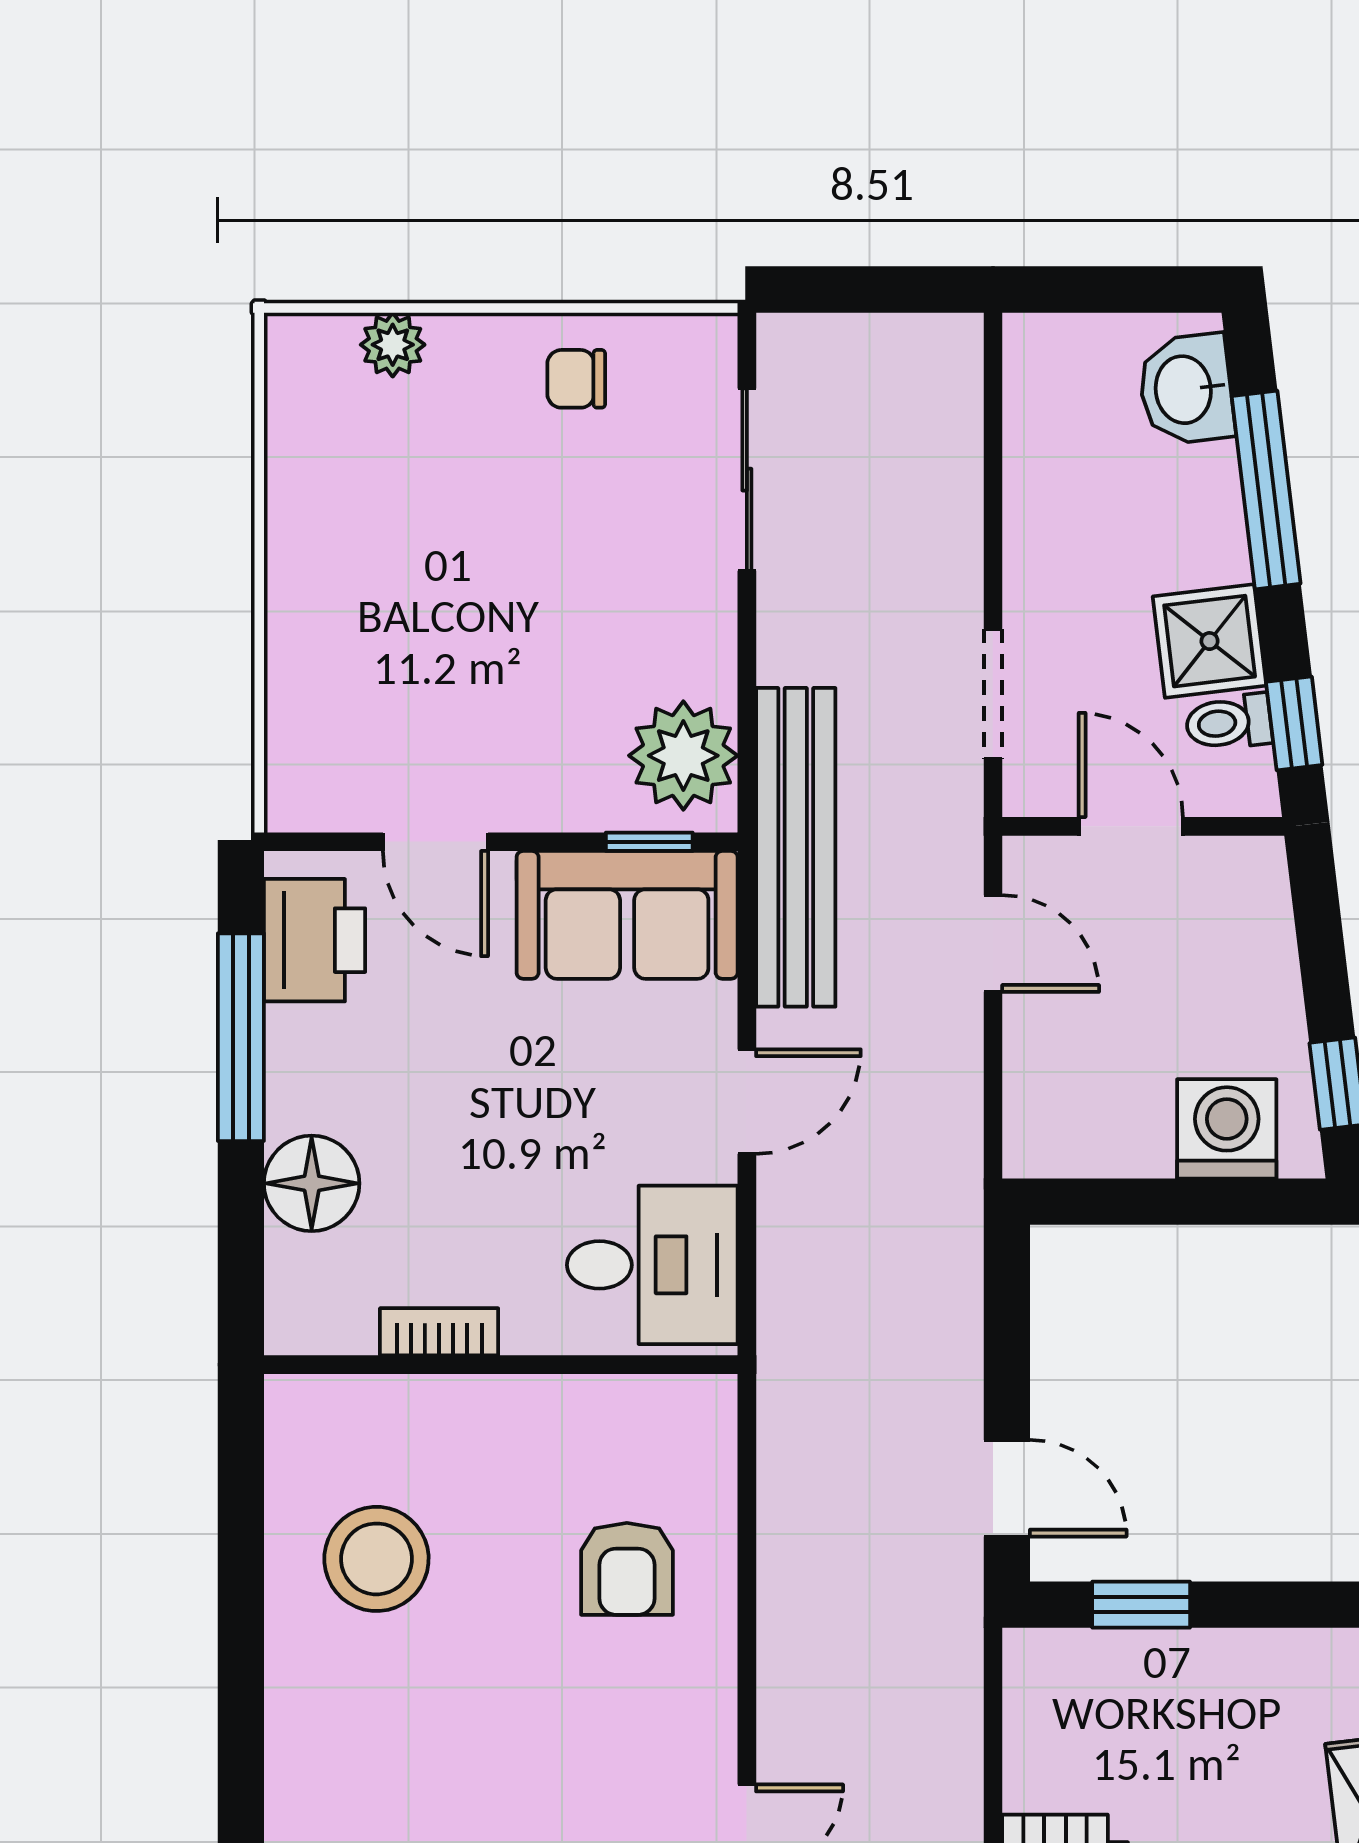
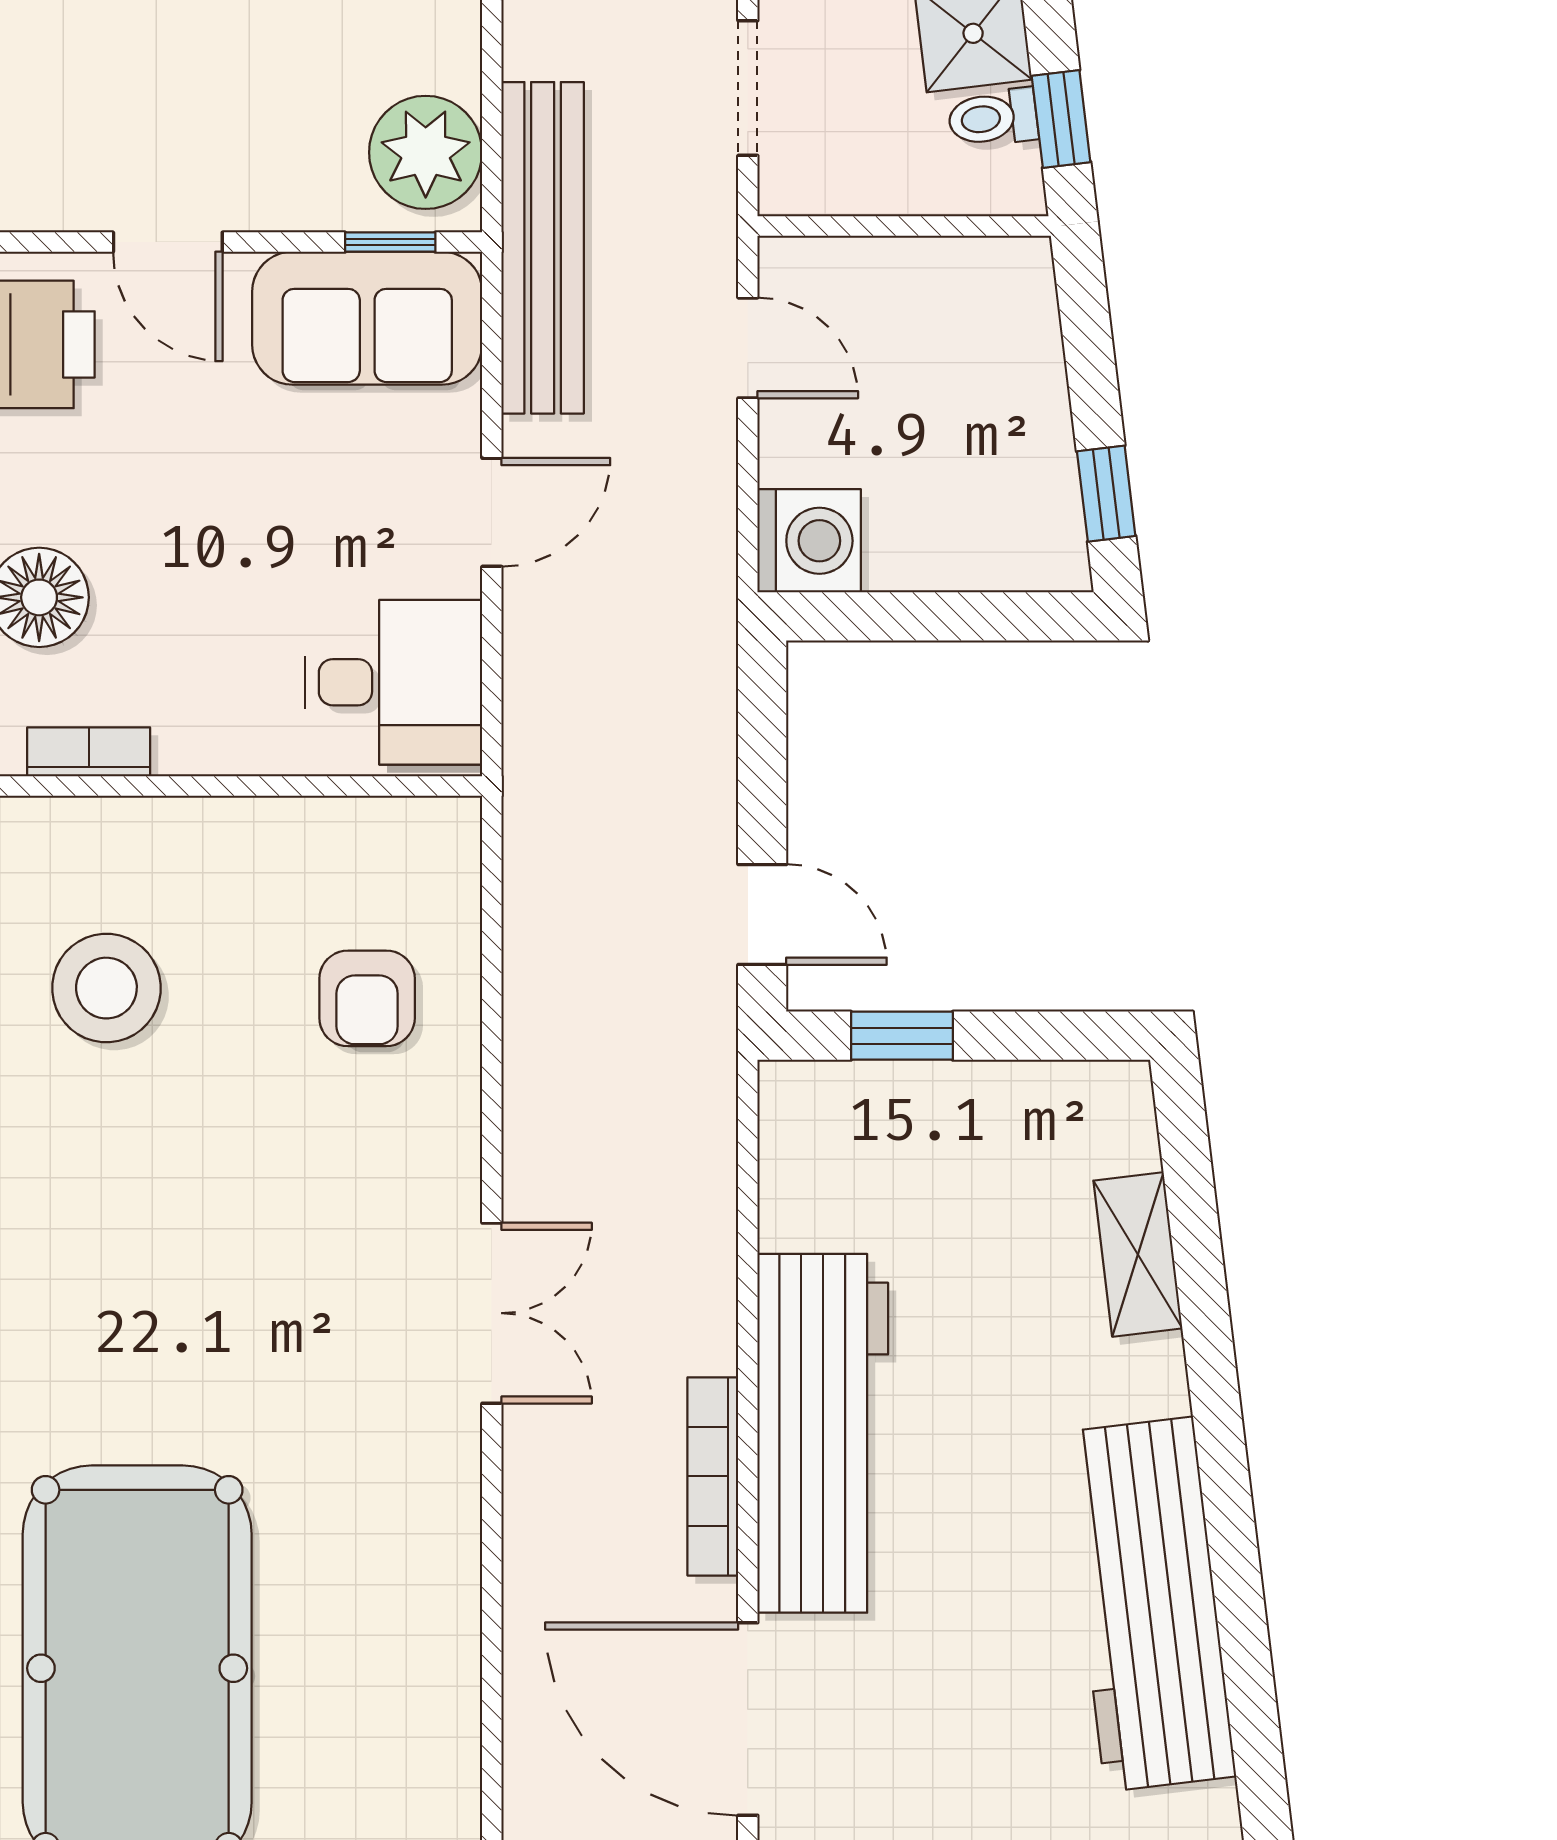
door: (1131, 826) -> (891, 226), removed
washing machine: (1227, 1129) -> (809, 541), moved, turned 90
bookcase: (439, 1332) -> (89, 752), moved

